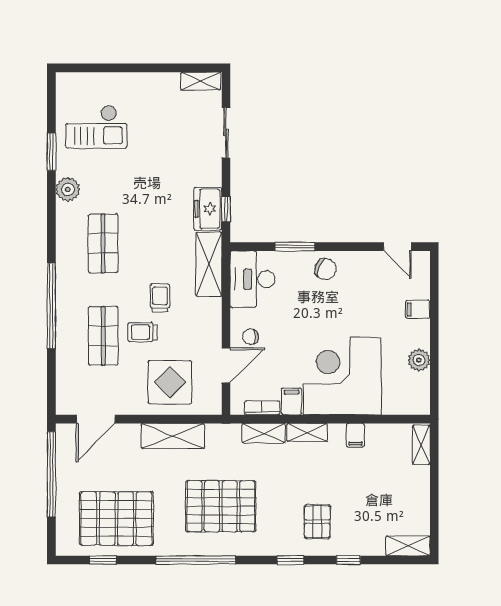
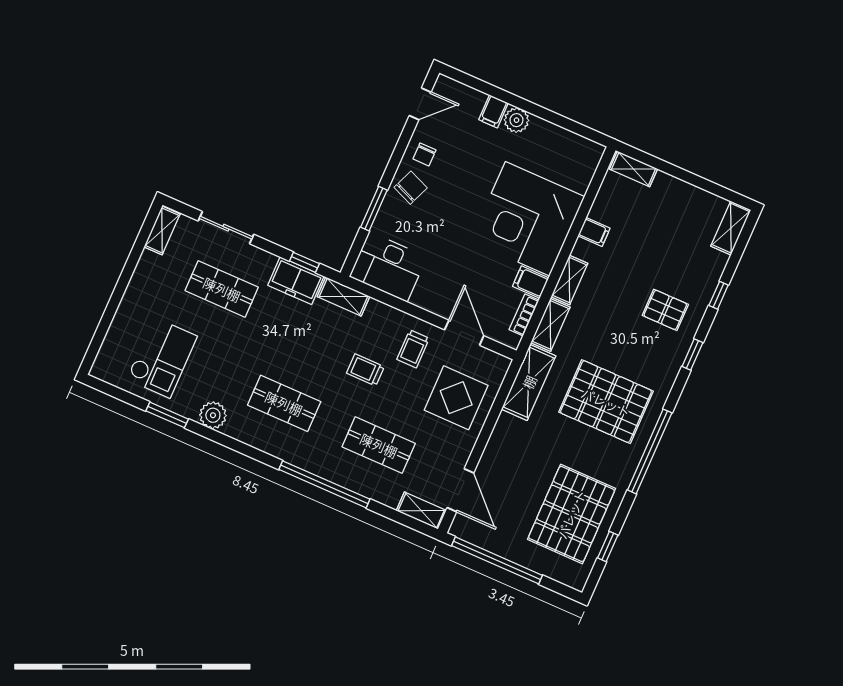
shop shelf: (174, 151) -> (222, 289), added
shelving: (209, 264) -> (344, 296), width x0.67, depth x0.75
trolley: (142, 332) -> (413, 349), moved
chair: (251, 337) -> (424, 154), moved
plant: (419, 360) -> (516, 120), moved
shelving: (65, 394) -> (421, 511), added
shelving: (173, 436) -> (529, 382), moved
pallet: (221, 506) -> (606, 402), turned 90

